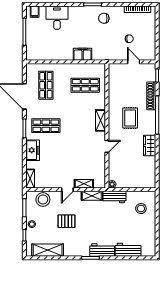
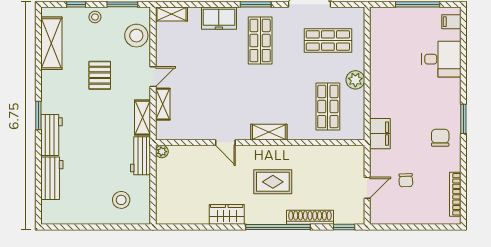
filing cabinet: (83, 54) -> (380, 134), moved
plant: (69, 69) -> (355, 80), added
door: (67, 190) -> (153, 77), swing flipped

